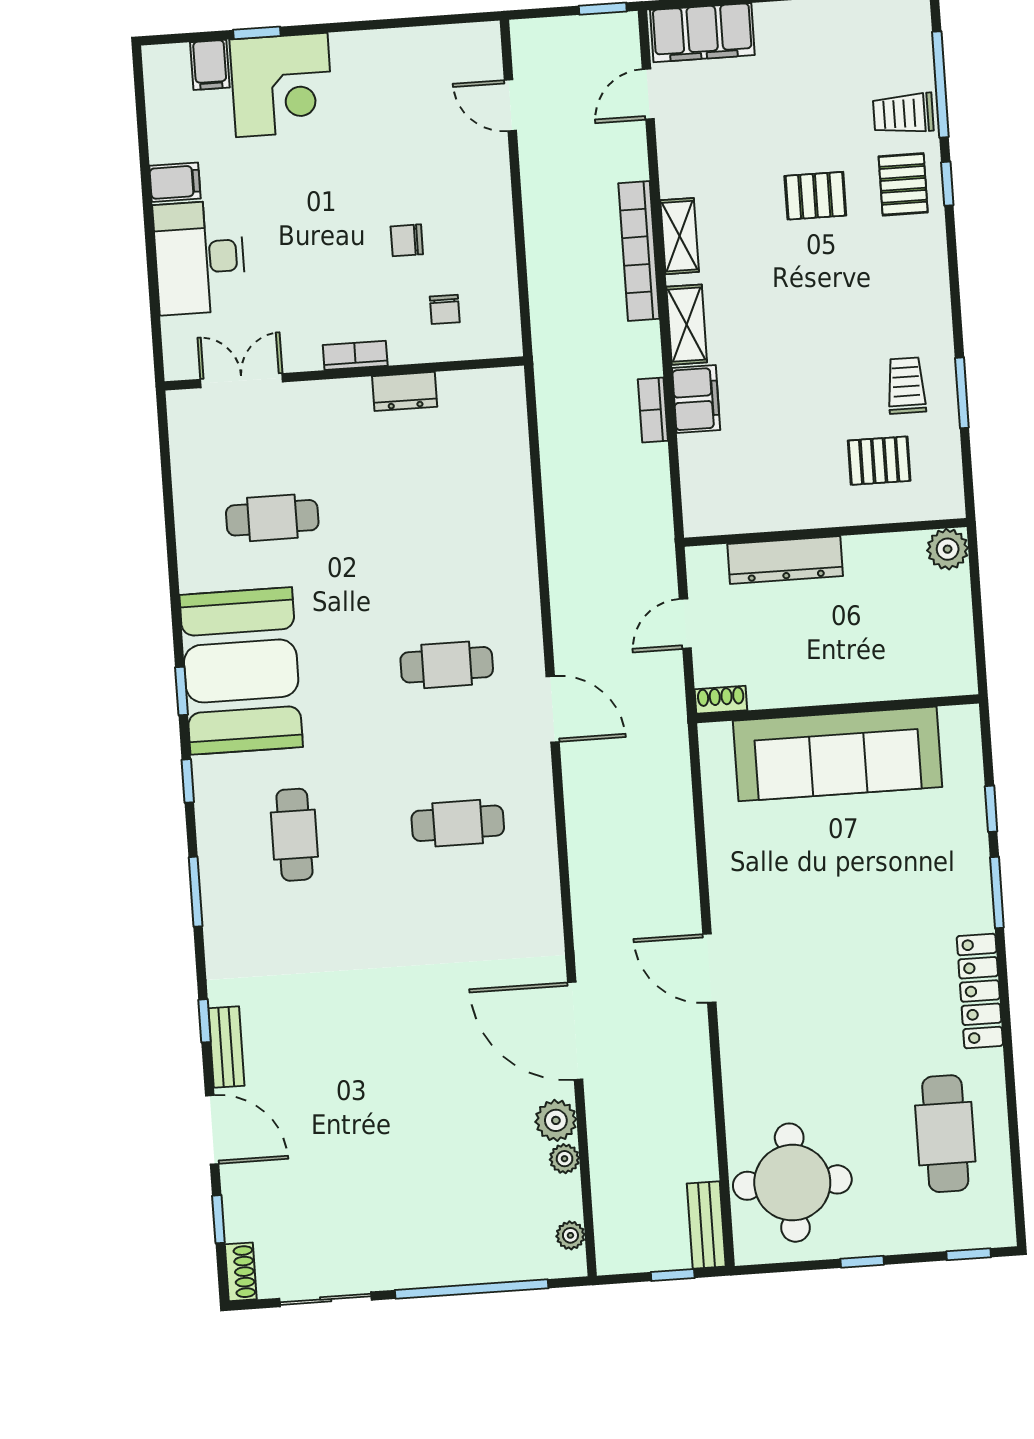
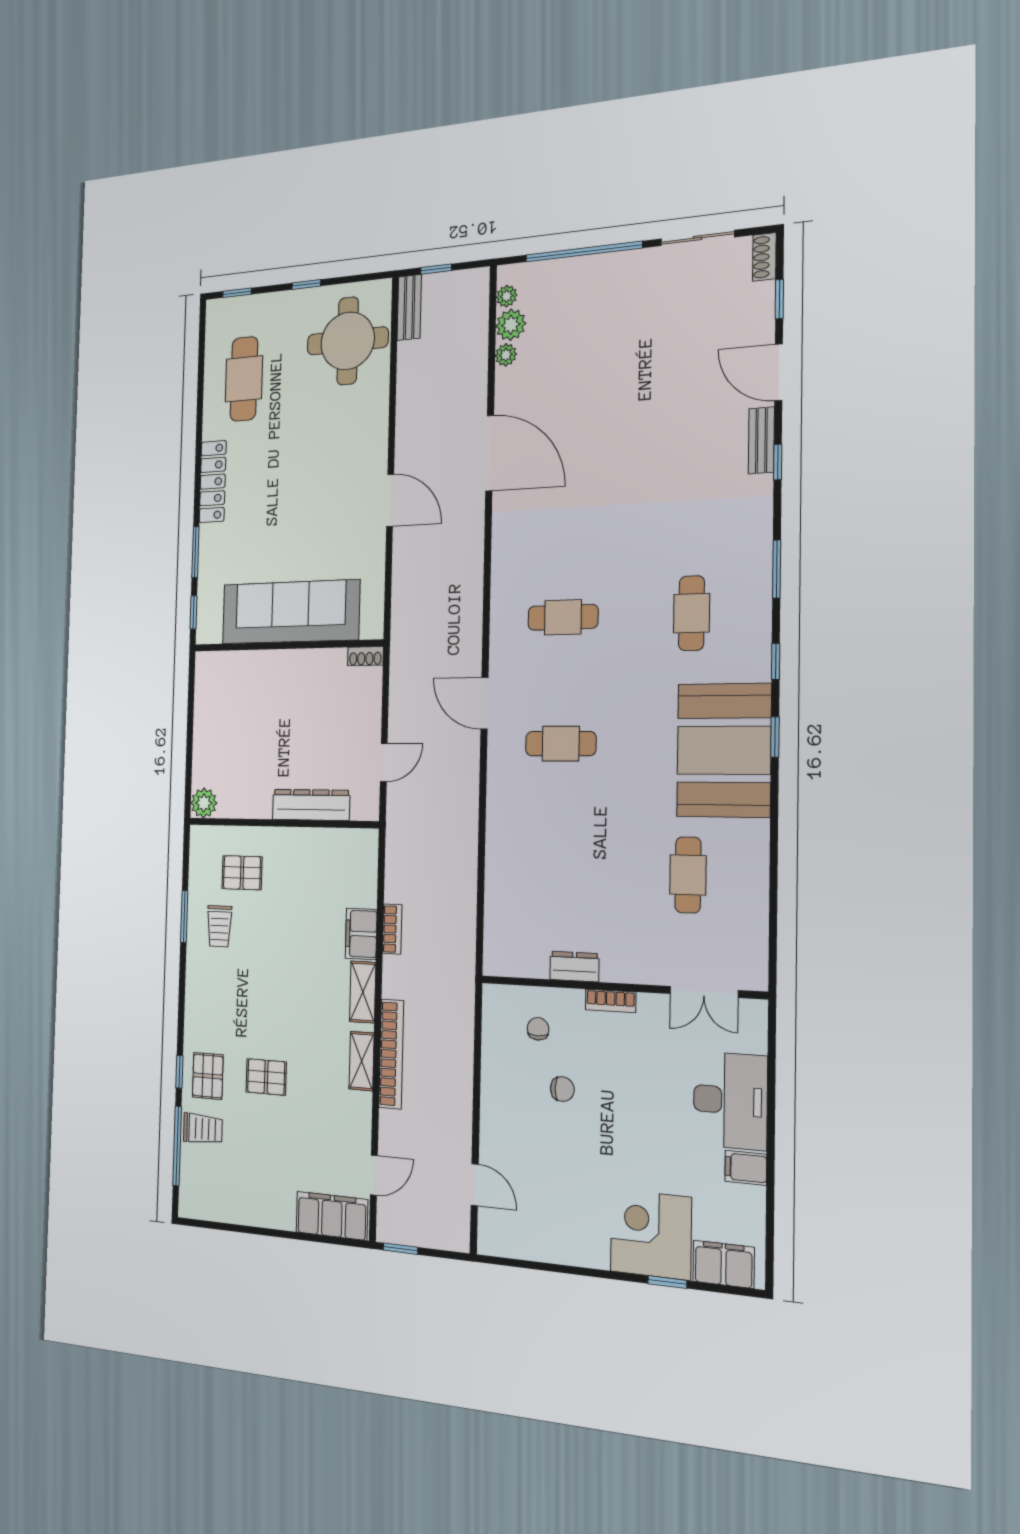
filing cabinet: (210, 65) -> (724, 1264), width x2.00
cafe table: (272, 518) -> (688, 875), turned 90
shoe rack: (721, 700) -> (365, 656), moved
wall: (838, 709) -> (287, 645), moved
sofa: (837, 754) -> (290, 612), moved
plant: (556, 1120) -> (511, 325), moved

